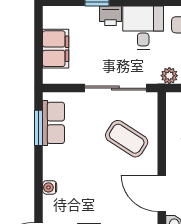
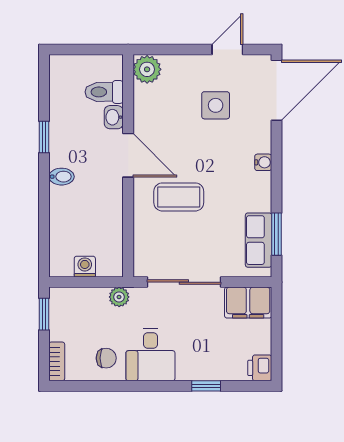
printer: (110, 16) -> (260, 368), moved, turned -90
filing cabinet: (56, 49) -> (248, 303), moved, turned -90
coffee table: (127, 139) -> (179, 197), moved, turned -33

